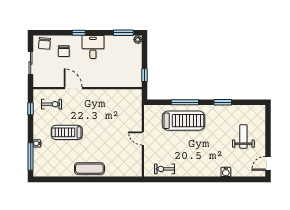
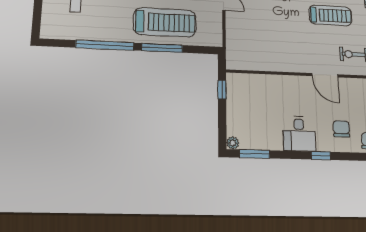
window: (223, 102) -> (105, 45), width x2.11
treadmill: (183, 121) -> (165, 22), turned 180

